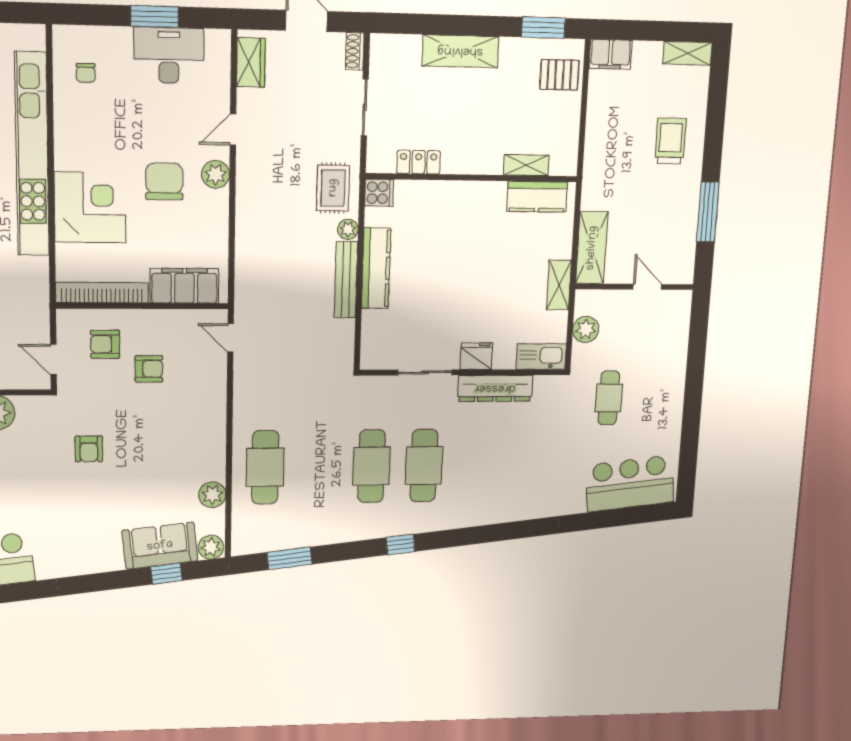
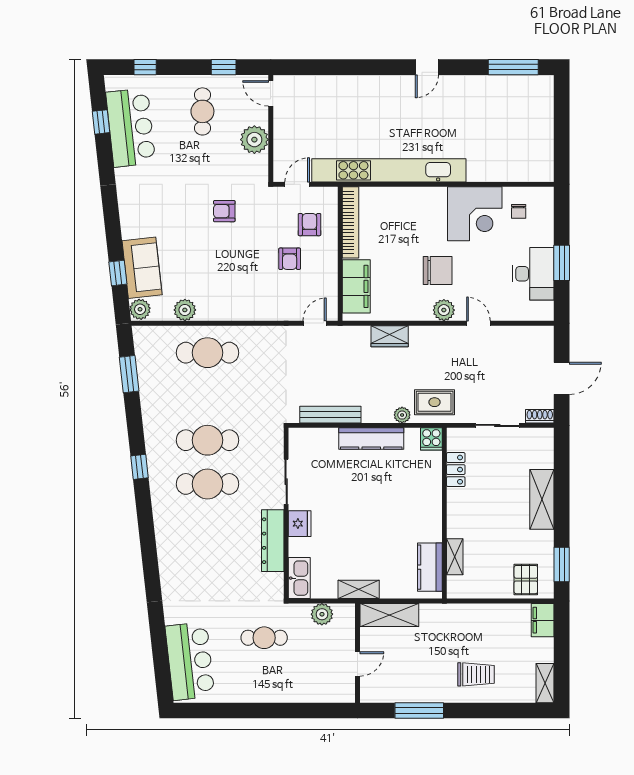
wardrobe: (251, 62) -> (390, 336), moved
chair: (86, 73) -> (519, 211), turned -90
kitchen unit: (32, 155) -> (389, 170), moved
corner desk: (90, 207) -> (475, 214), moved
bench: (346, 280) -> (330, 415), moved

